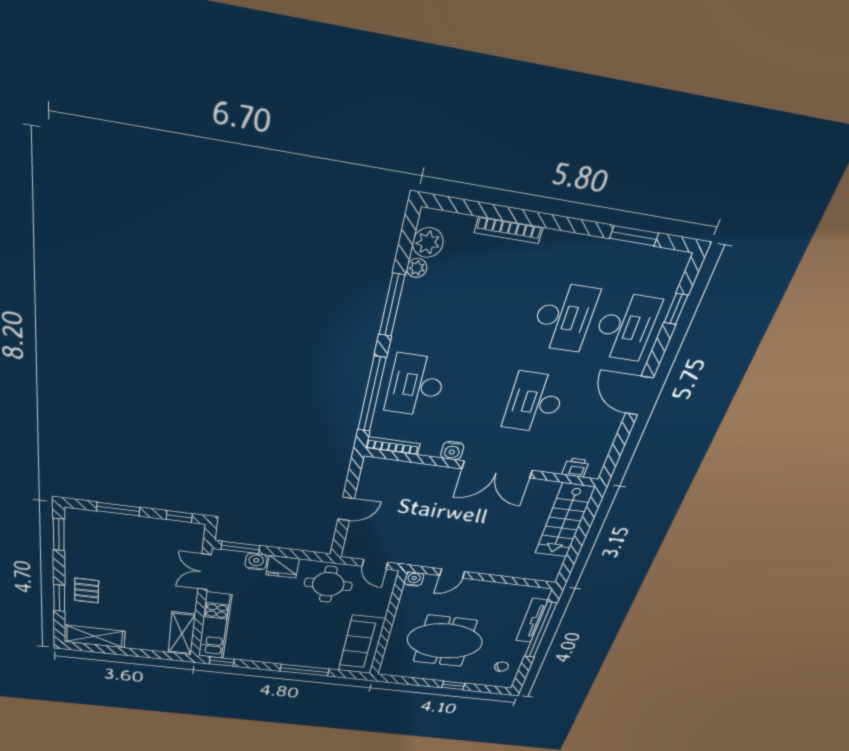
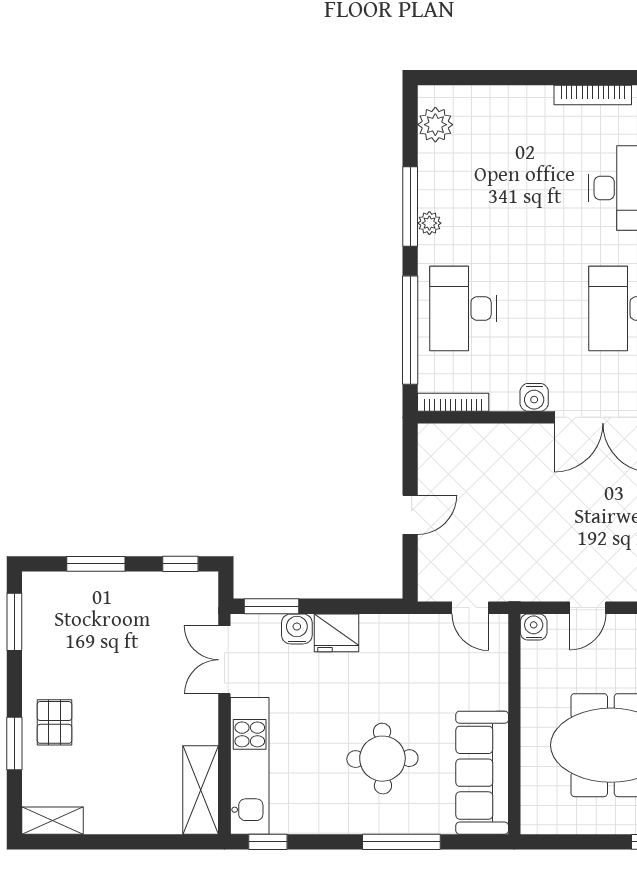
bookcase: (509, 230) -> (593, 95), moved
plant: (417, 268) -> (429, 223), moved
round table: (328, 584) -> (382, 759), moved
shelving: (95, 636) -> (53, 821), width x0.67, depth x0.75

